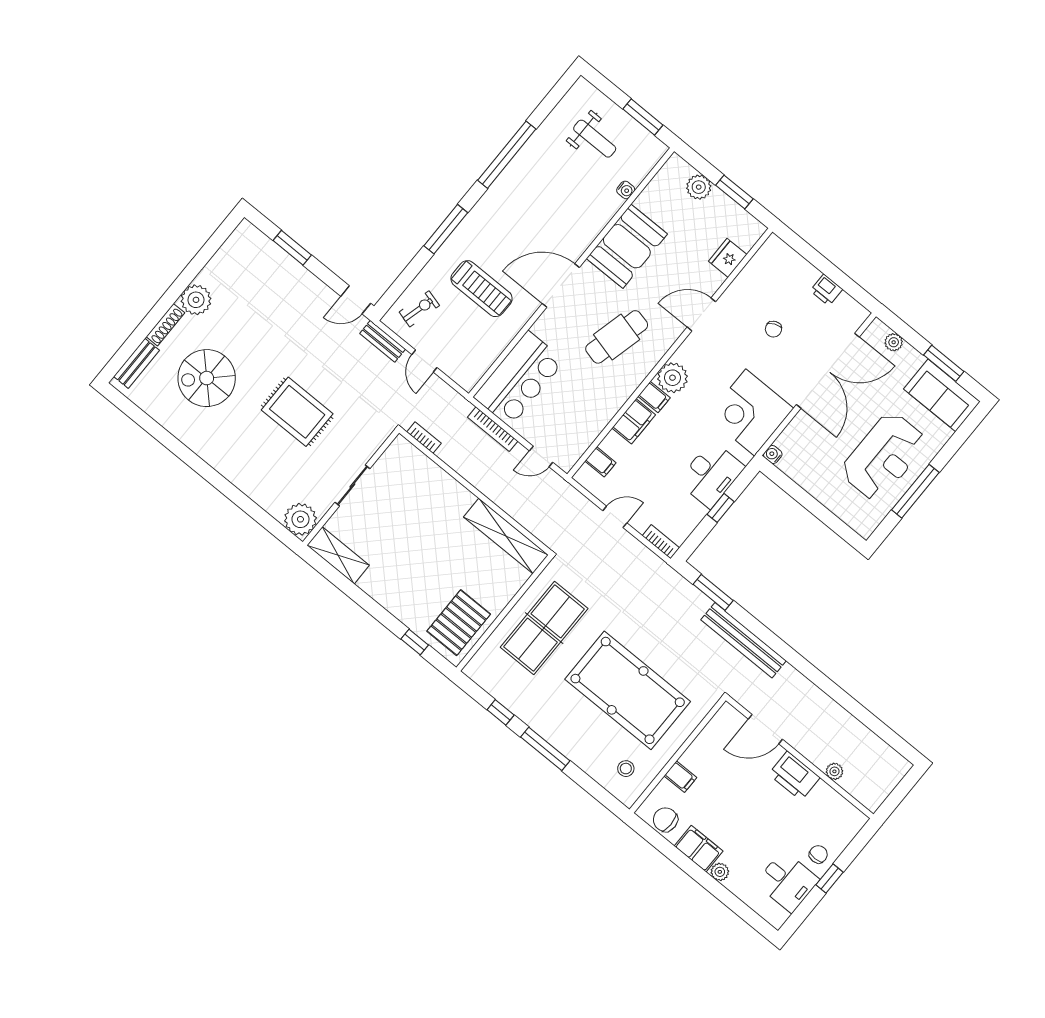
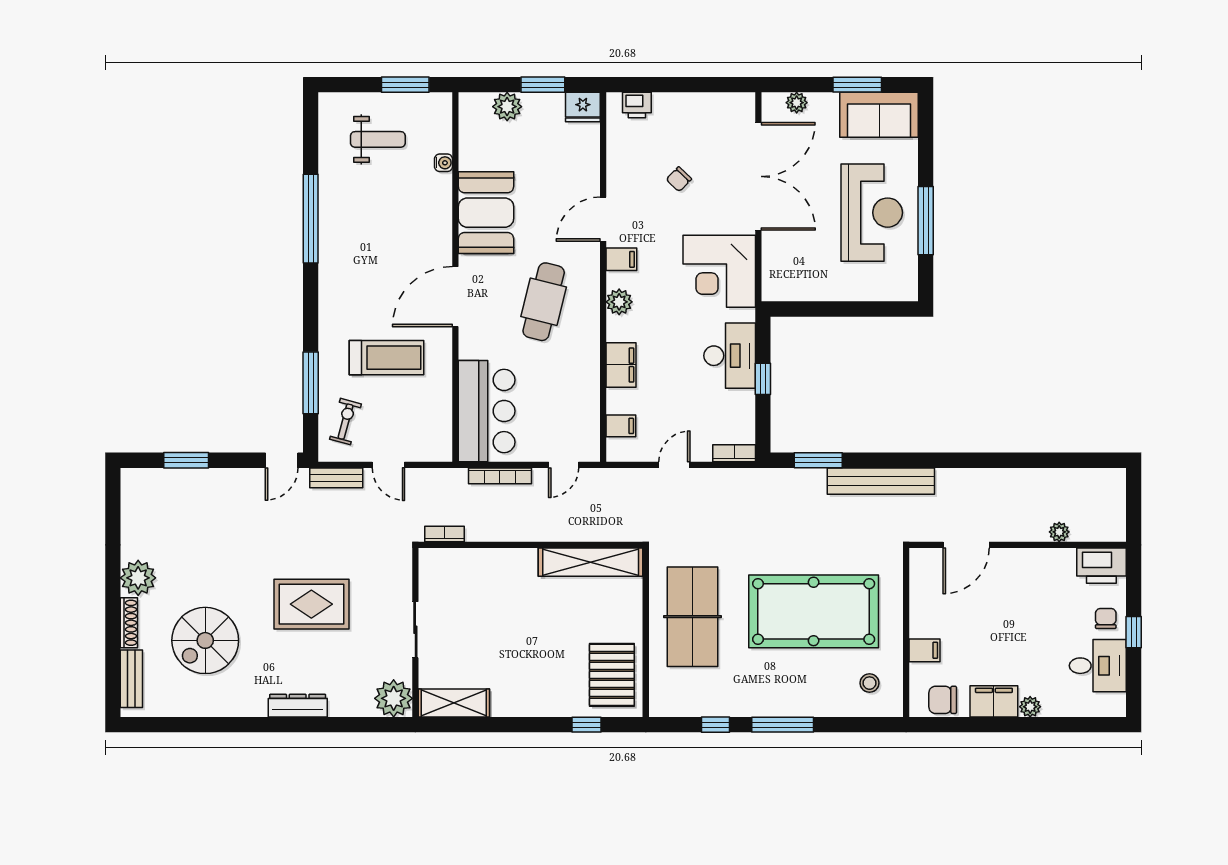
window: (446, 229) -> (311, 383), moved
fridge: (728, 258) -> (583, 107), moved, turned -90
printer: (826, 290) -> (637, 105), moved
chair: (773, 329) -> (679, 179), turned 68
plant: (672, 378) -> (619, 302), width x0.73, depth x0.73
filing cabinet: (654, 397) -> (621, 259), moved
water cooler: (773, 454) -> (771, 292), removed
dresser: (233, 472) -> (298, 706), added
printer: (794, 776) -> (1101, 566), moved

